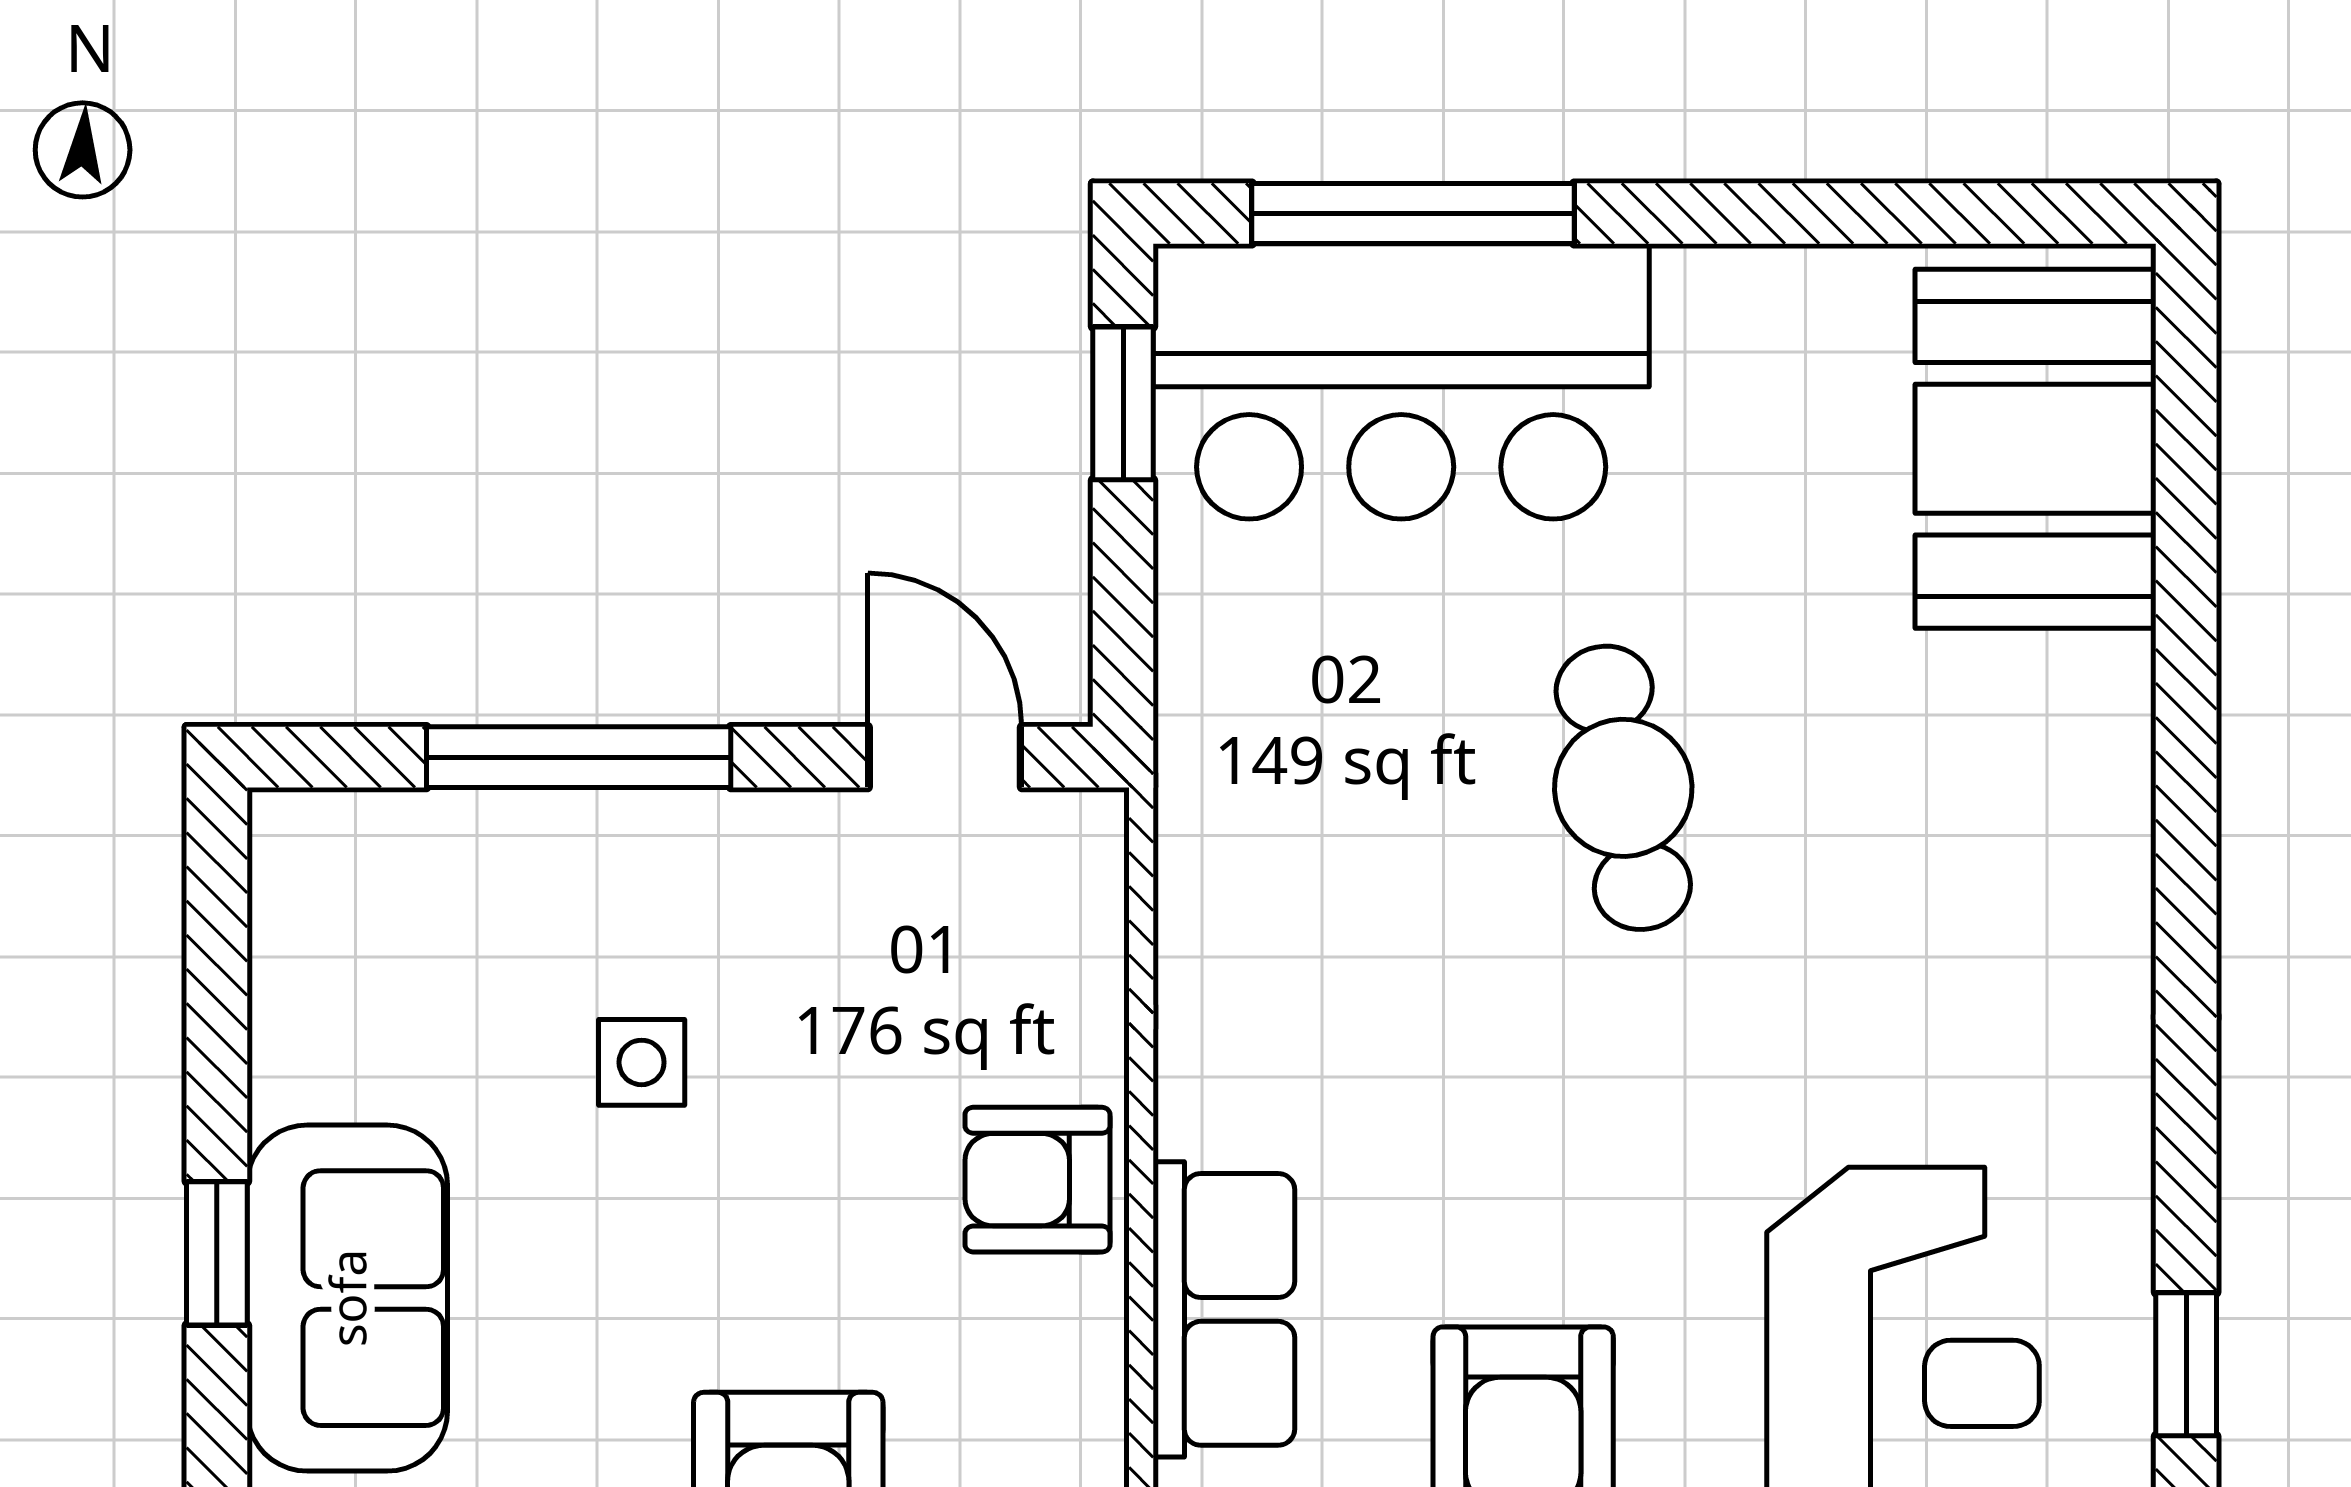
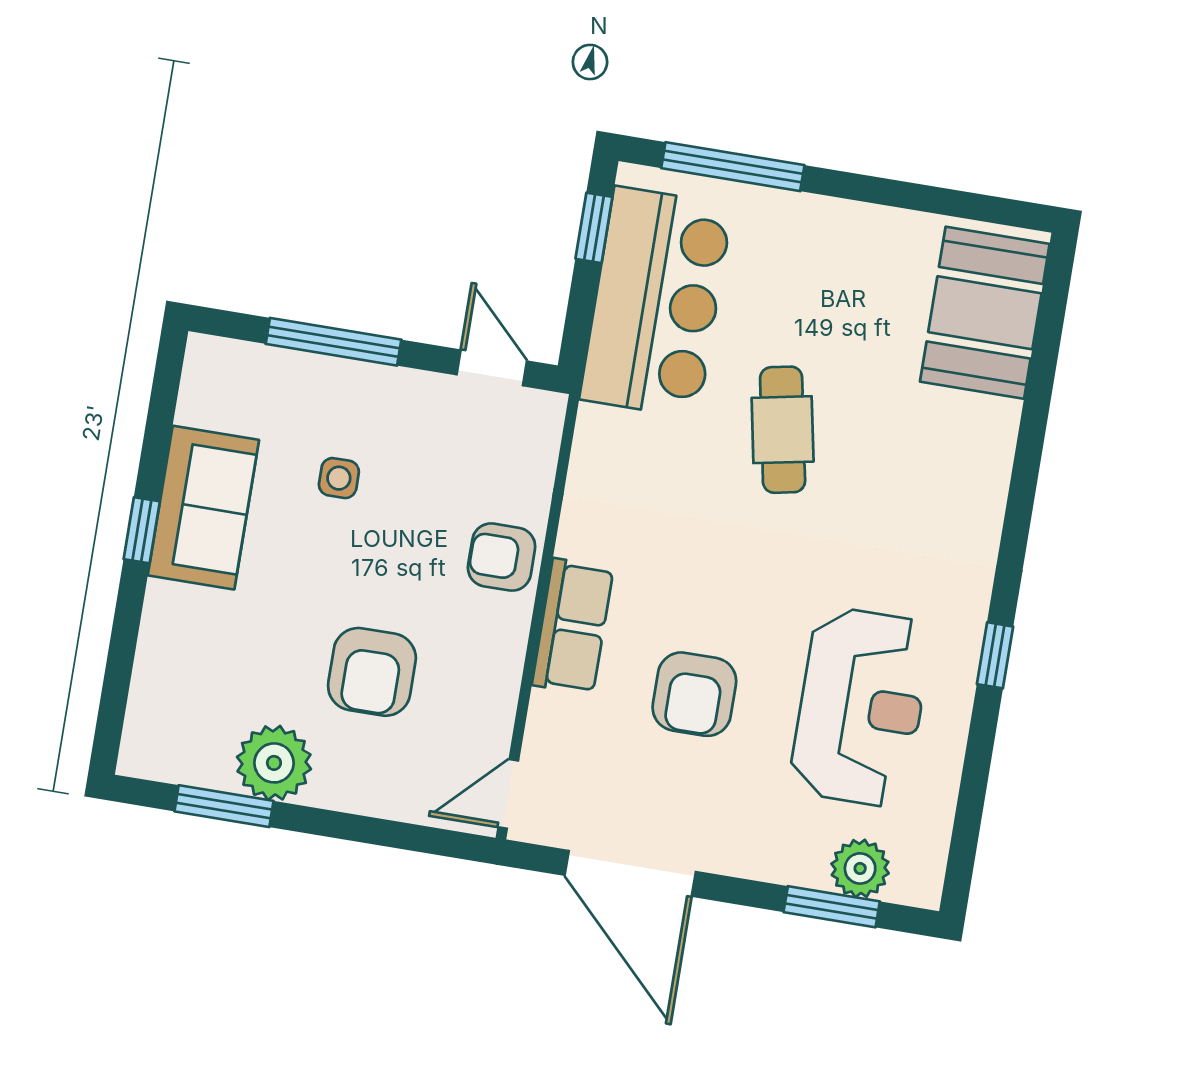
bar counter: (1401, 381) -> (656, 302), moved, turned -90
sofa: (347, 1298) -> (203, 508), moved
window: (2186, 1364) -> (995, 655), moved

